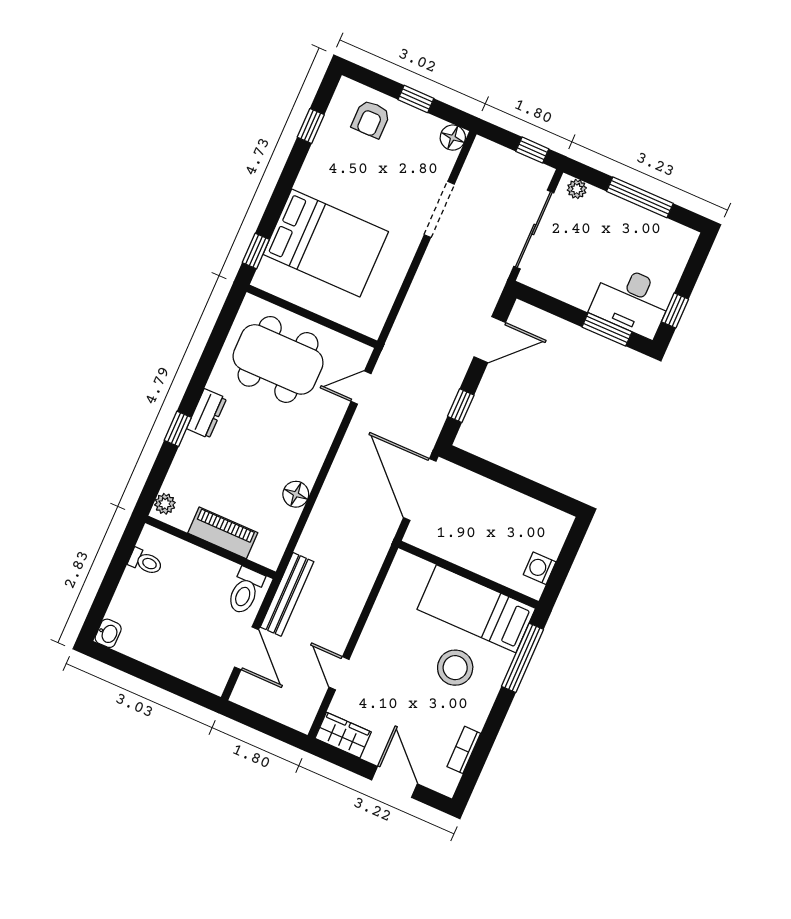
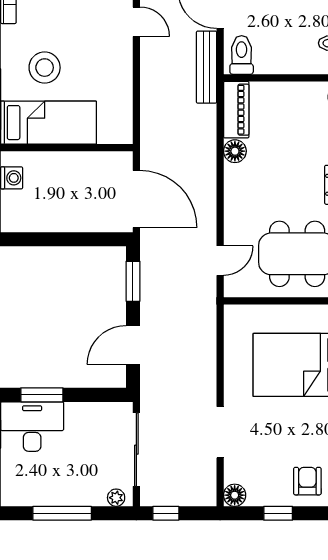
window: (461, 406) -> (133, 281), width x1.50
piano: (223, 533) -> (236, 110), moved, turned -90

